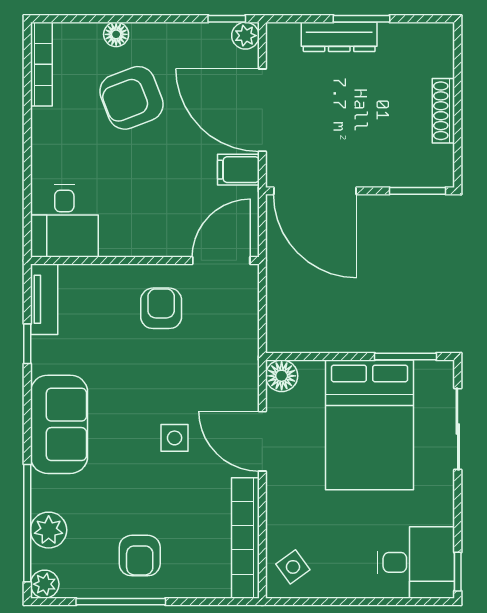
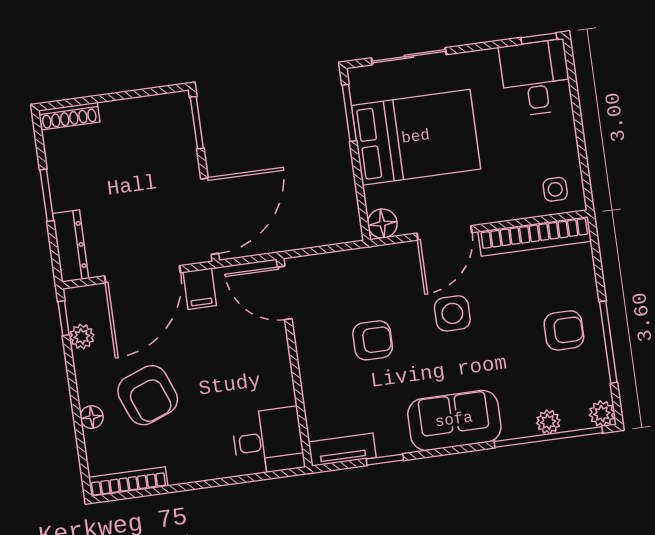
plant: (245, 36) -> (82, 337), moved
dresser: (339, 37) -> (71, 246), moved
shoe rack: (443, 111) -> (69, 116), moved
armchair: (161, 308) -> (373, 340), moved, turned 180
side table: (175, 438) -> (452, 313), width x1.37, depth x1.37
plant: (49, 530) -> (548, 422), width x0.73, depth x0.73
side table: (293, 567) -> (555, 189), turned 36

